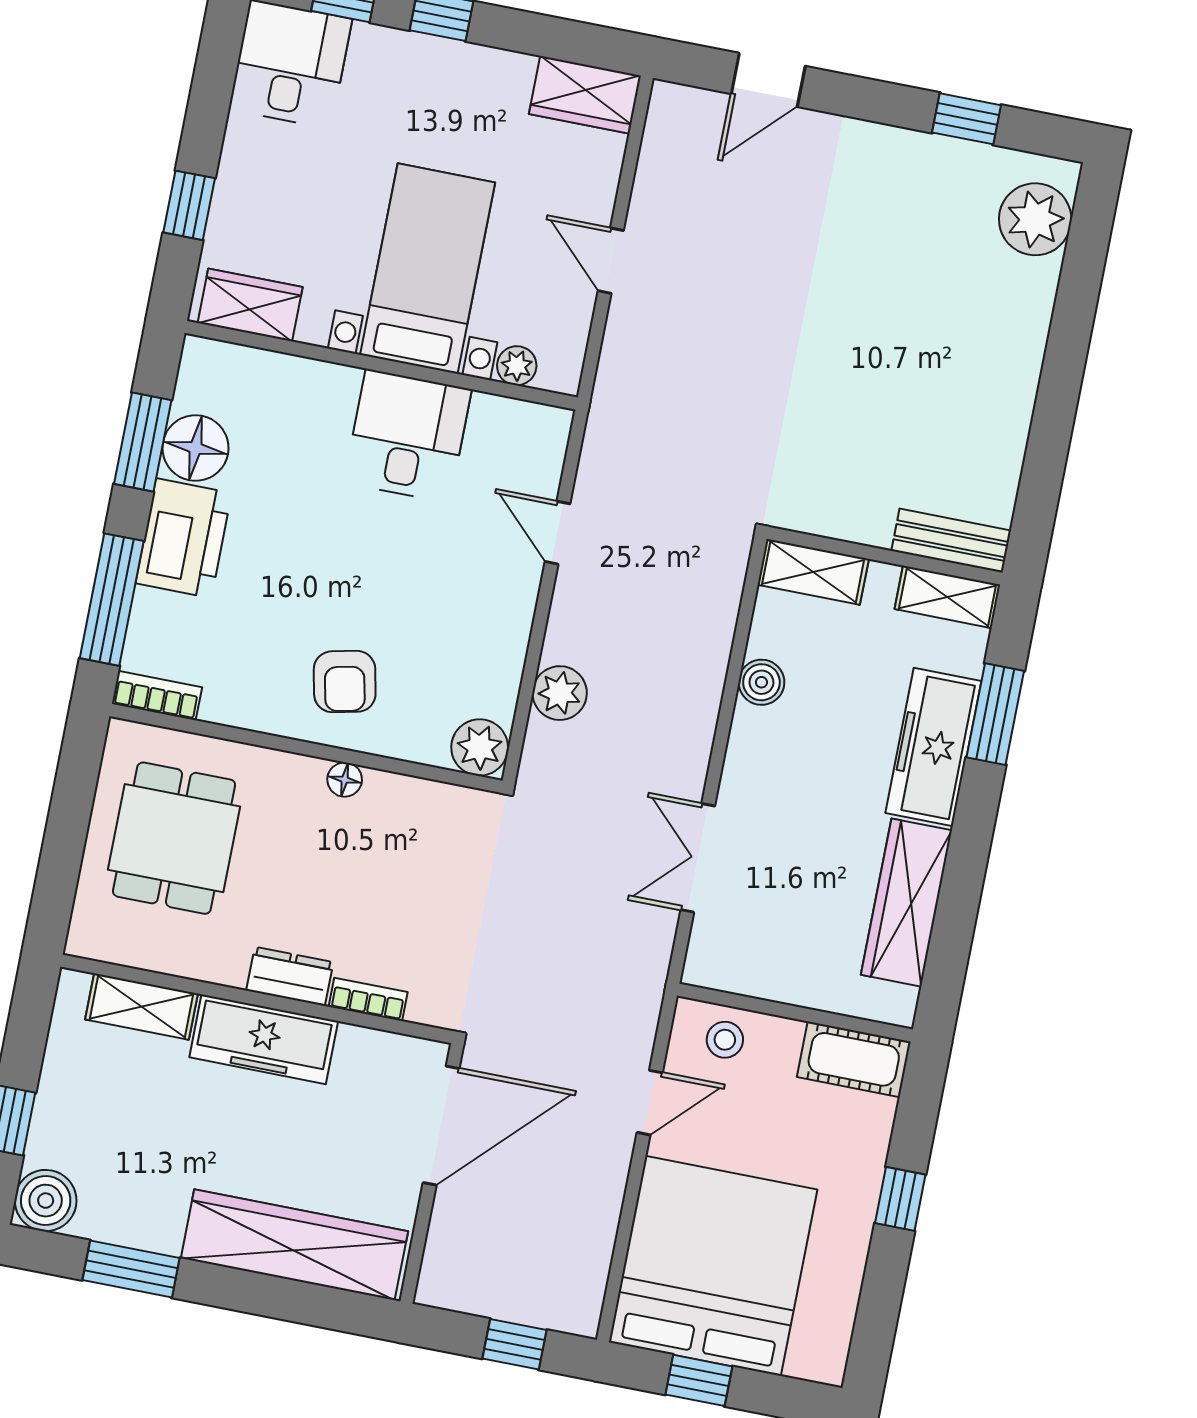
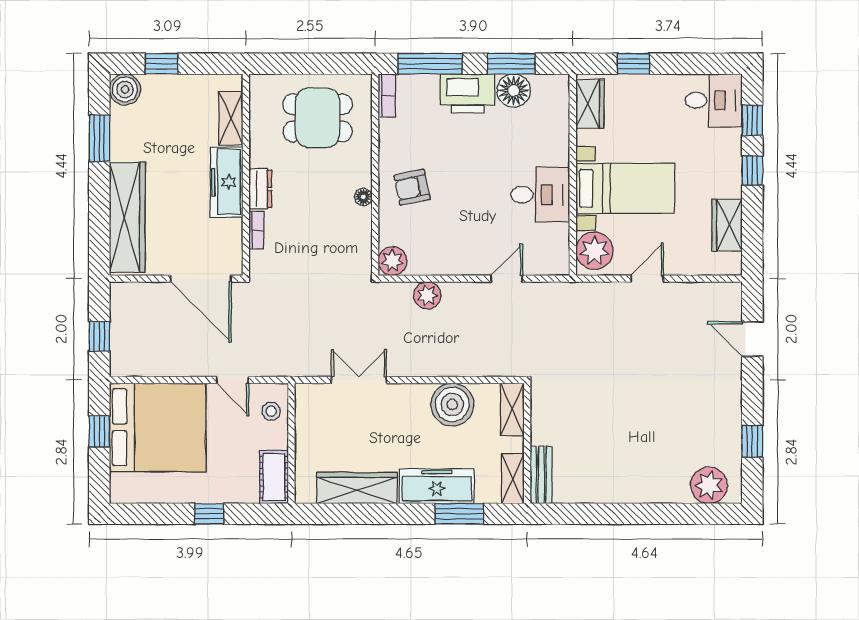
wardrobe: (585, 95) -> (727, 225), moved
plant: (517, 366) -> (594, 251), width x1.88, depth x1.88
boiler: (761, 682) -> (452, 404), width x1.86, depth x1.86

